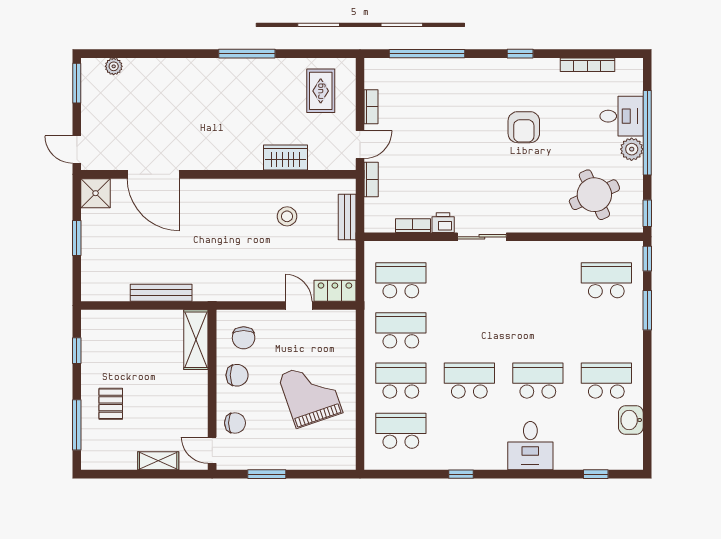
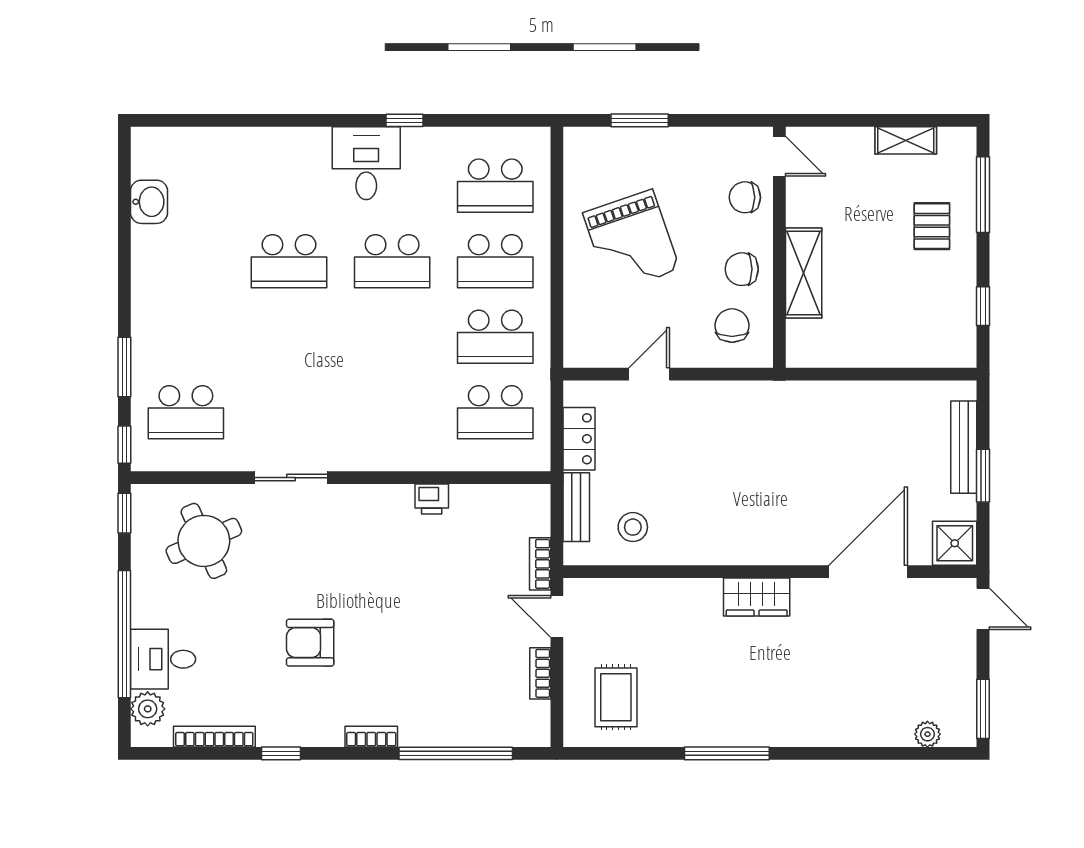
window: (520, 54) -> (281, 753), moved
armchair: (524, 127) -> (310, 643), turned -90
door: (360, 145) -> (557, 616), hinge flipped
plant: (632, 149) -> (148, 709), moved
wardrobe: (285, 157) -> (757, 597), moved
door: (153, 174) -> (868, 572), hinge flipped
stool: (287, 216) -> (633, 527), moved
bookcase: (413, 226) -> (371, 737), moved, turned 180
sliding door: (482, 237) -> (291, 478), moved
locker: (335, 291) -> (579, 439), moved, turned -90
bench: (161, 293) -> (964, 447), moved, turned 90
door: (299, 306) -> (649, 374), swing flipped
shelving: (196, 340) -> (804, 273), moved
school desk: (606, 381) -> (186, 261), removed
desk: (530, 446) -> (366, 163), moved
shelving: (158, 461) -> (906, 140), moved
window: (267, 474) -> (640, 120), moved
window: (596, 474) -> (202, 120), removed

